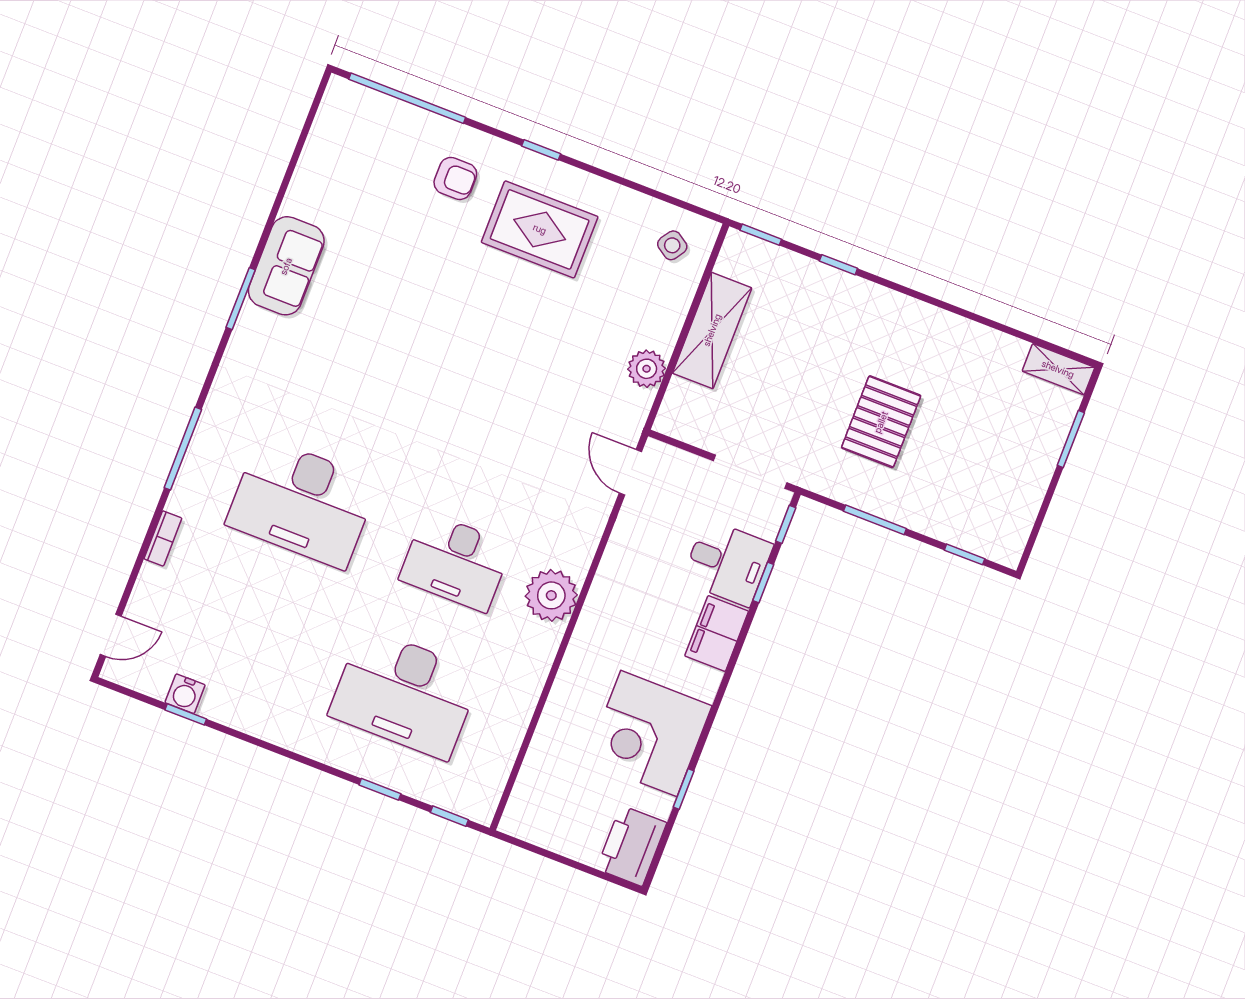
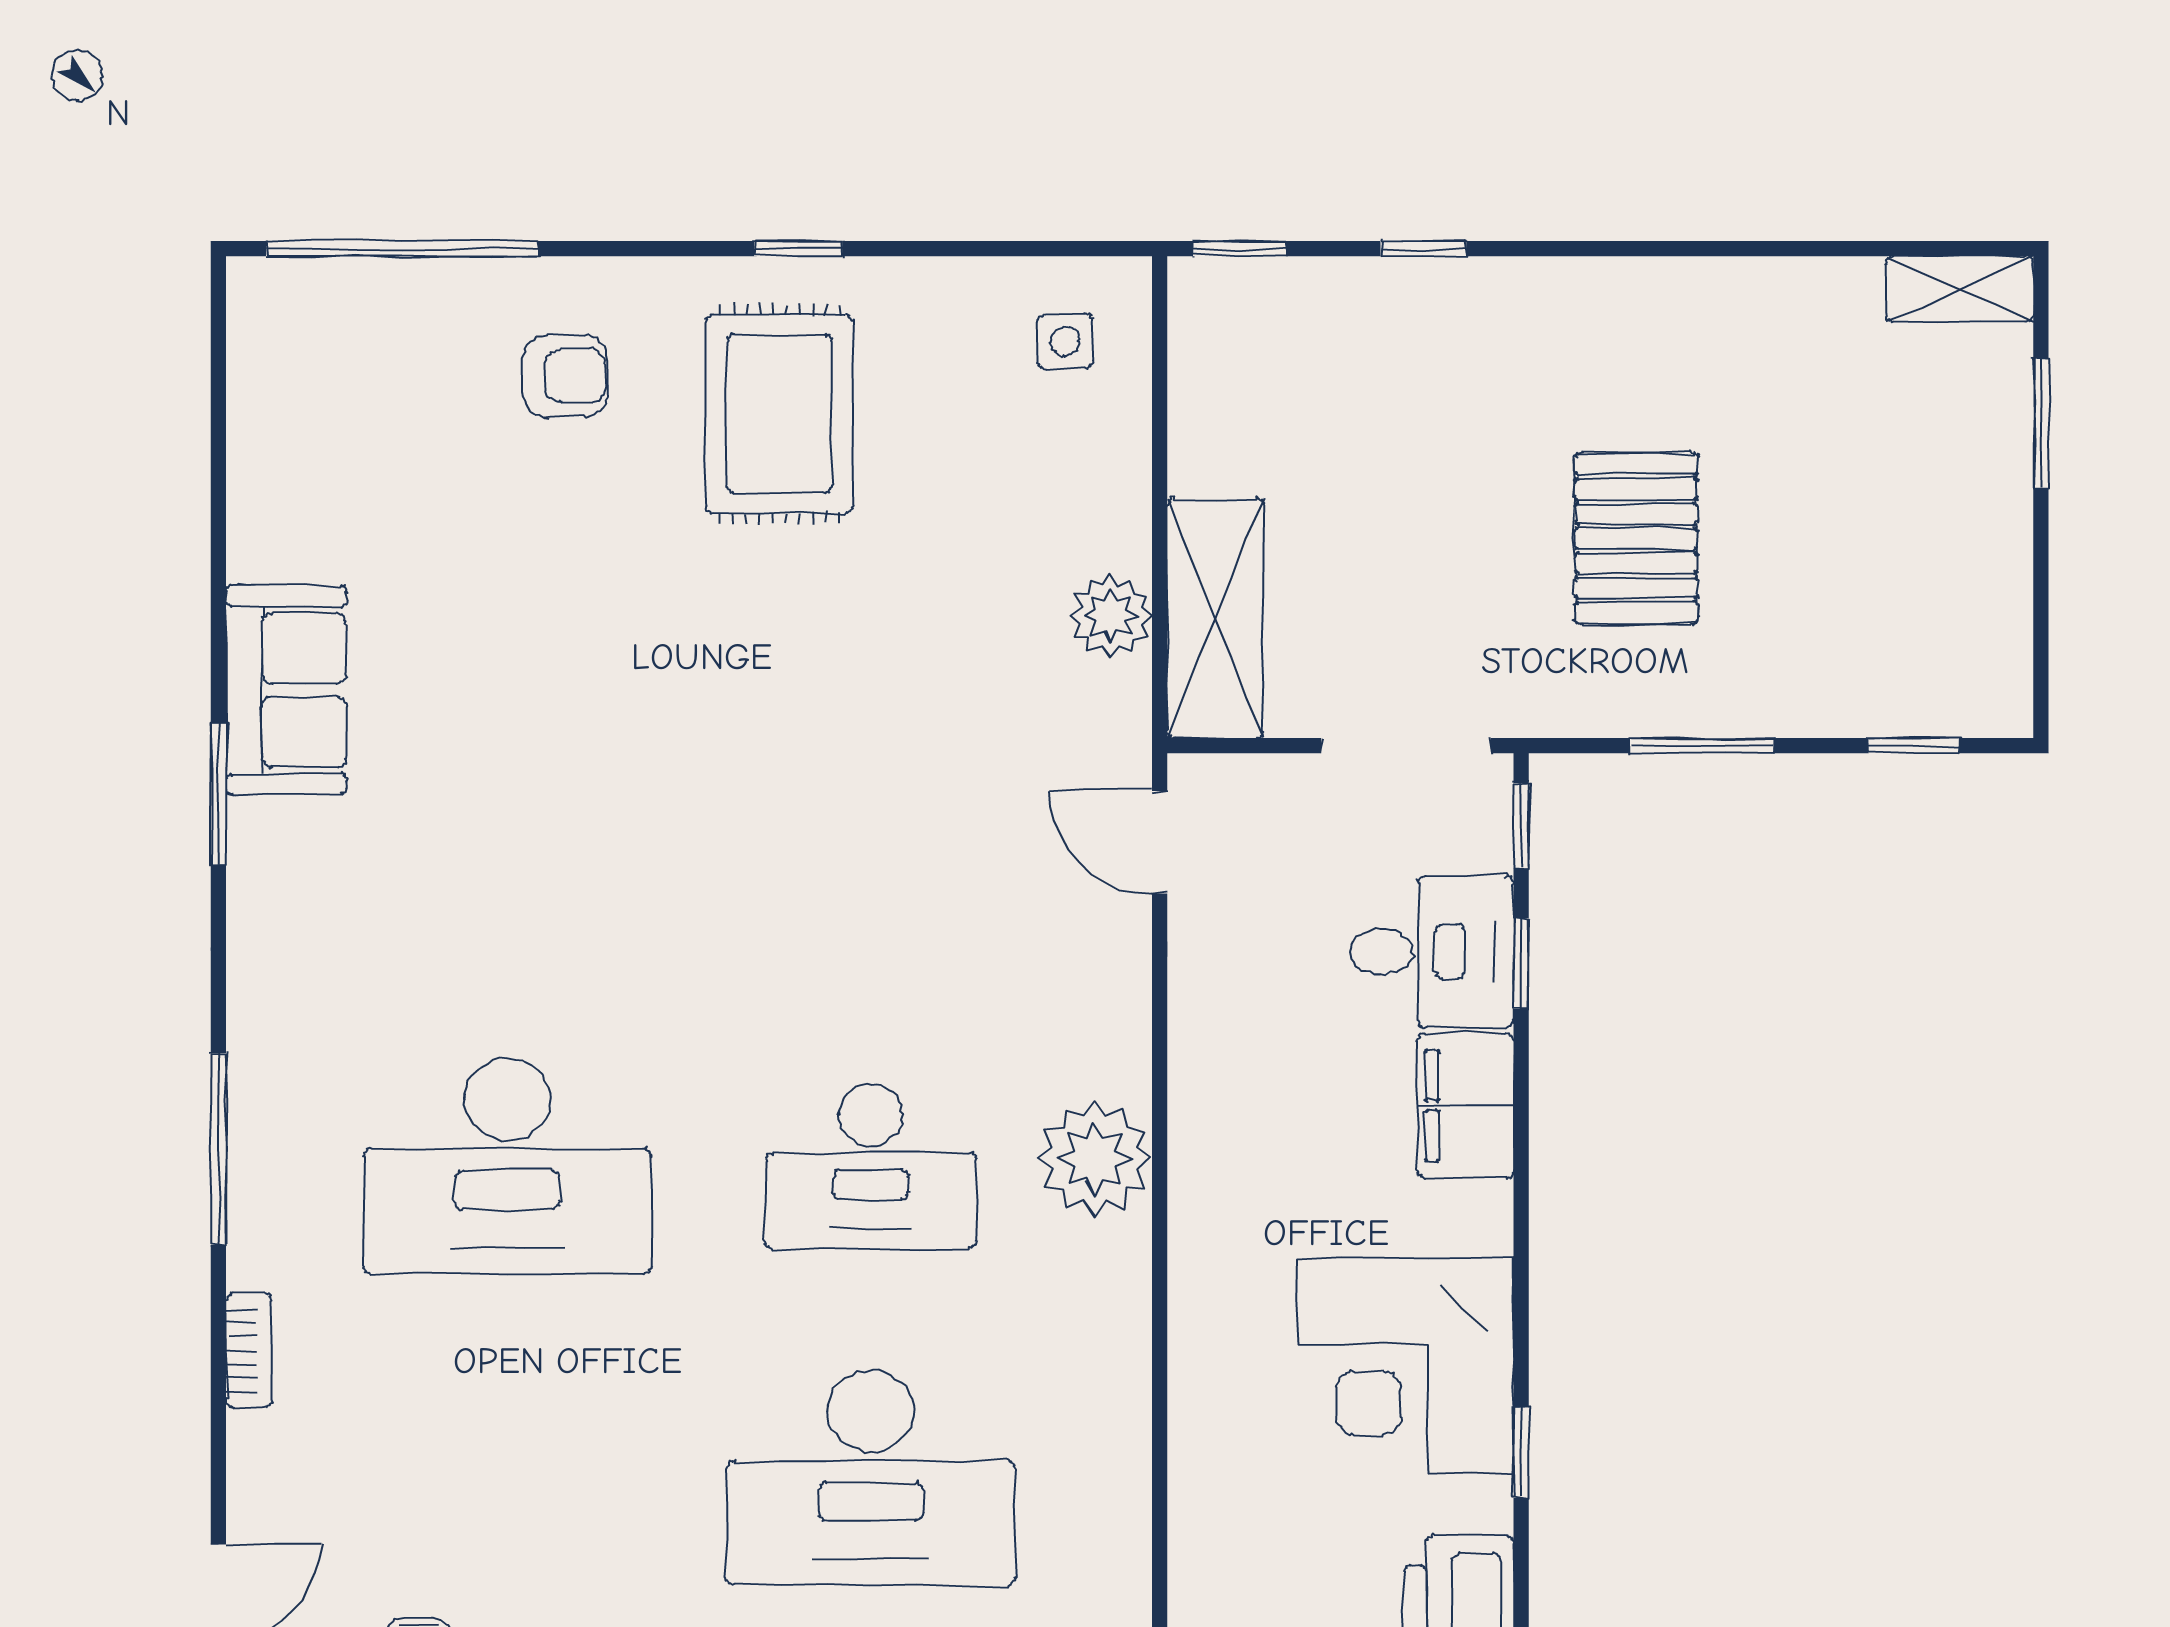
window: (541, 150) -> (798, 249), moved
rug: (540, 229) -> (779, 414), turned 90
side table: (672, 245) -> (1065, 341), turned -35
shelving: (712, 330) -> (1215, 618), moved

